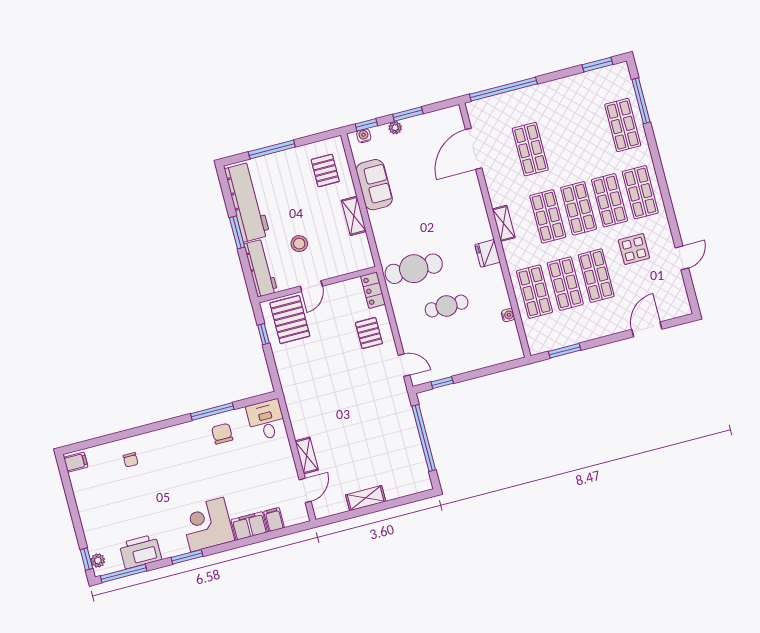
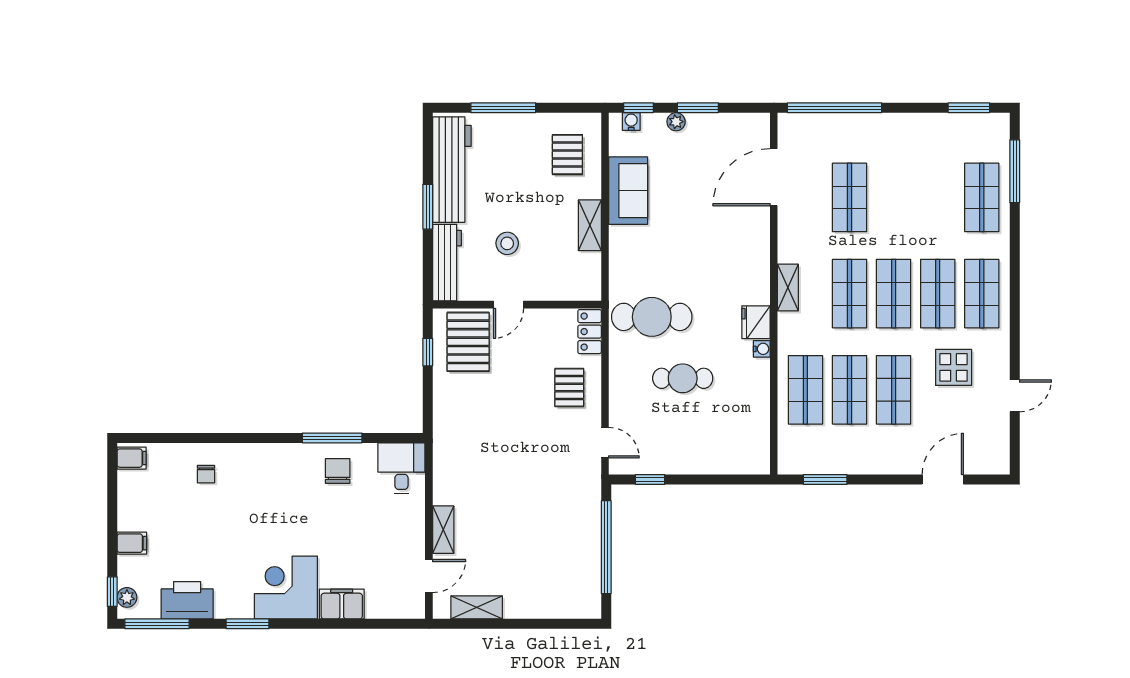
water cooler: (508, 315) -> (762, 349), moved
shelving: (366, 498) -> (477, 607), moved
filing cabinet: (274, 520) -> (132, 543), moved, turned 90

